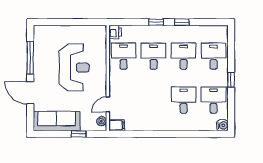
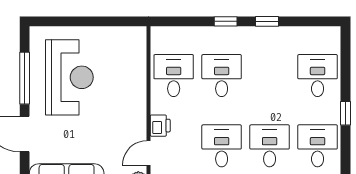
printer: (115, 32) -> (160, 126), moved
desk: (184, 56) -> (222, 146), moved
reception desk: (74, 67) -> (69, 77), moved

